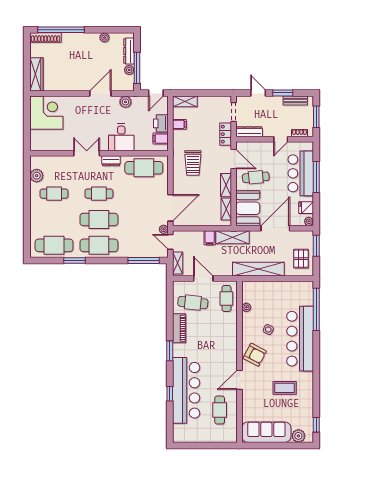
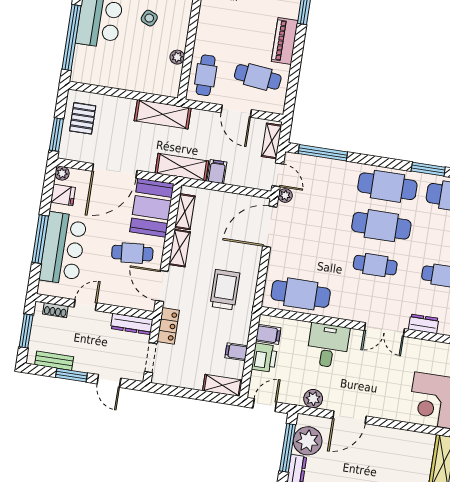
plant: (129, 70) -> (308, 441), width x1.87, depth x1.87
dresser: (111, 161) -> (424, 324), moved
shelving: (258, 269) -> (163, 114), width x0.68

